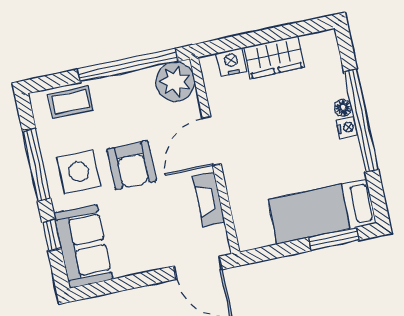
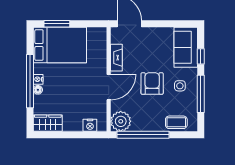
wardrobe: (274, 57) -> (48, 123), moved
side table: (79, 172) -> (180, 86), width x0.54, depth x0.54
bed: (322, 211) -> (60, 45), width x1.50

